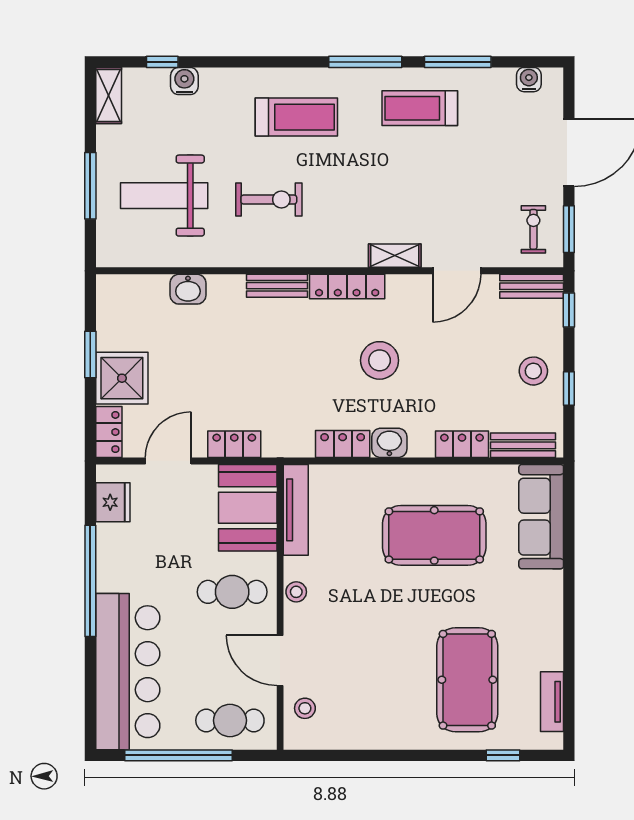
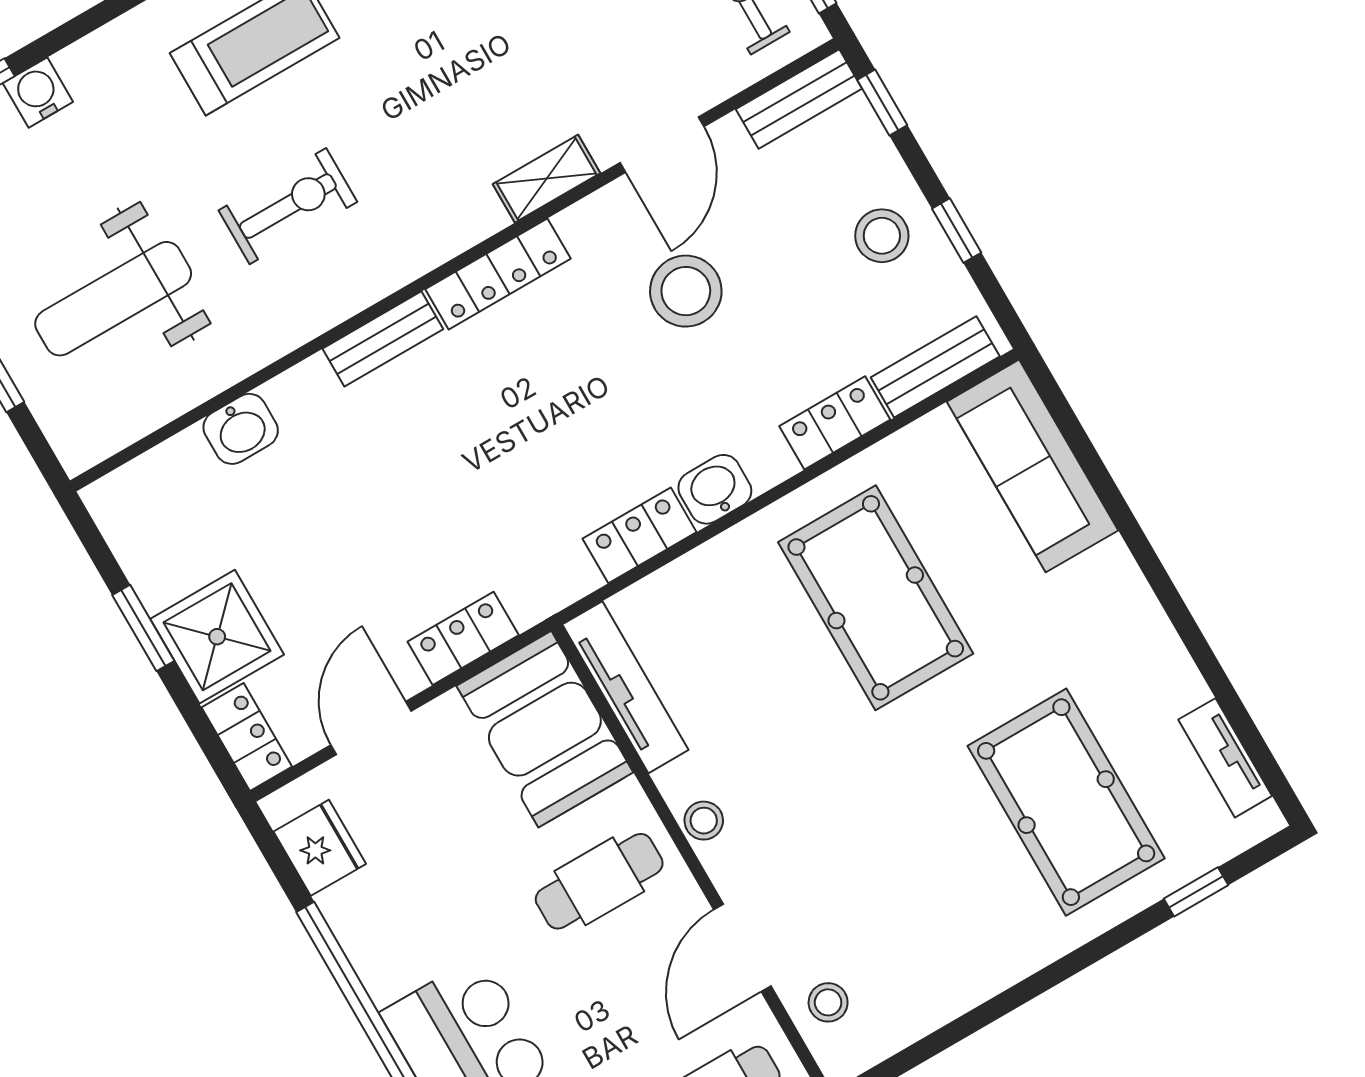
stool: (380, 360) -> (686, 291), moved
pool table: (434, 535) -> (876, 598), turned 90
door: (280, 660) -> (742, 948), hinge flipped

